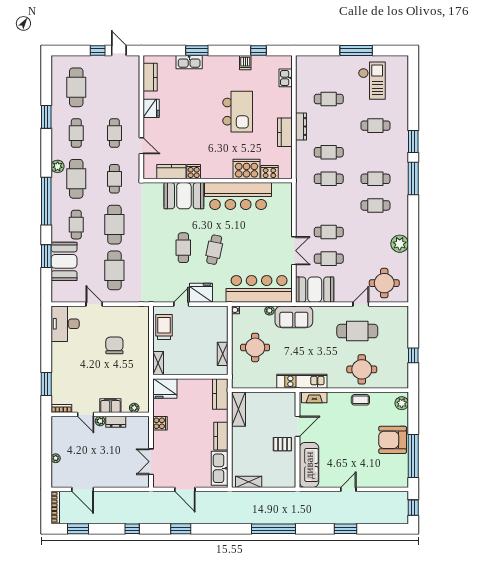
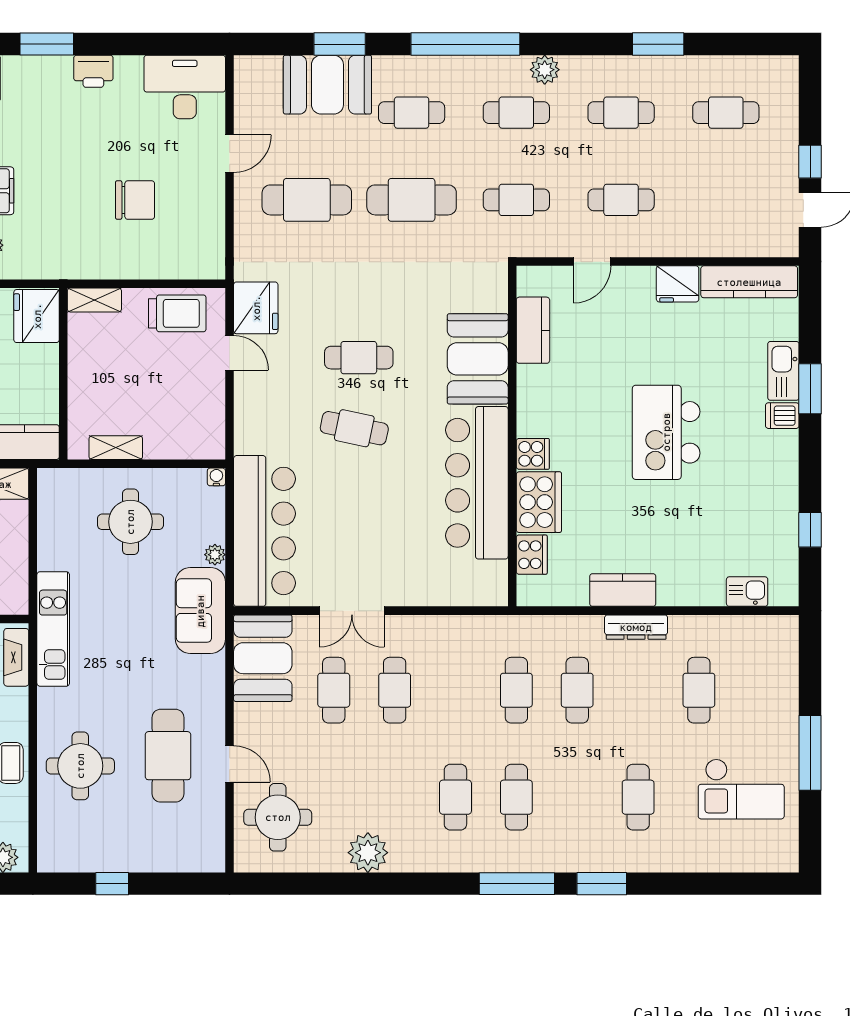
dishwasher: (245, 63) -> (782, 416), moved
kitchen counter: (150, 77) -> (749, 282), width x1.50
cafe table: (76, 87) -> (726, 113), width x0.73, depth x0.74
kitchen island: (238, 112) -> (666, 432), moved, turned 90
cooker: (194, 172) -> (533, 454), moved
cafe table: (76, 179) -> (516, 113), width x0.73, depth x0.74
fridge: (201, 293) -> (256, 308), moved
printer: (58, 364) -> (93, 71), added

